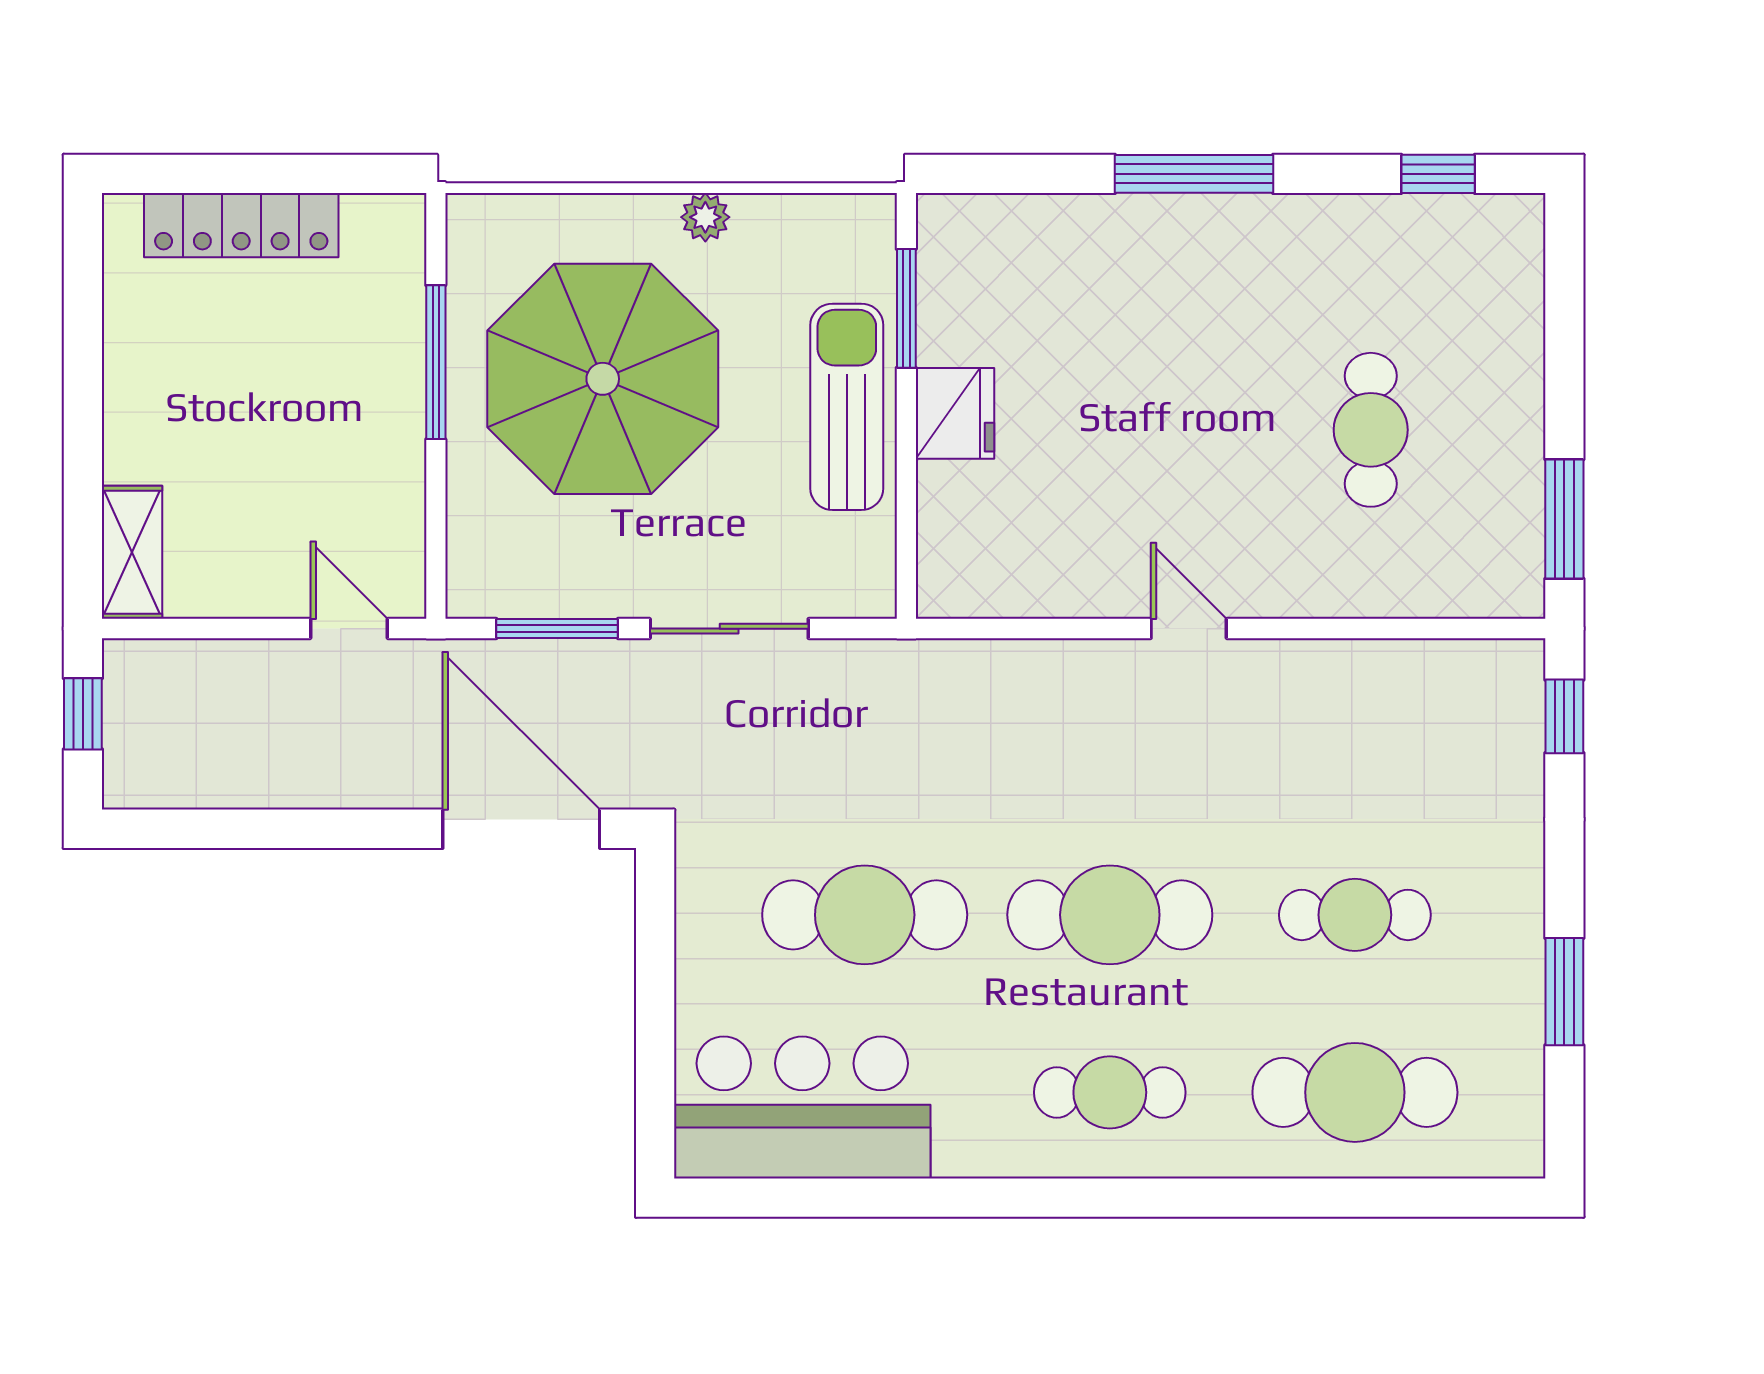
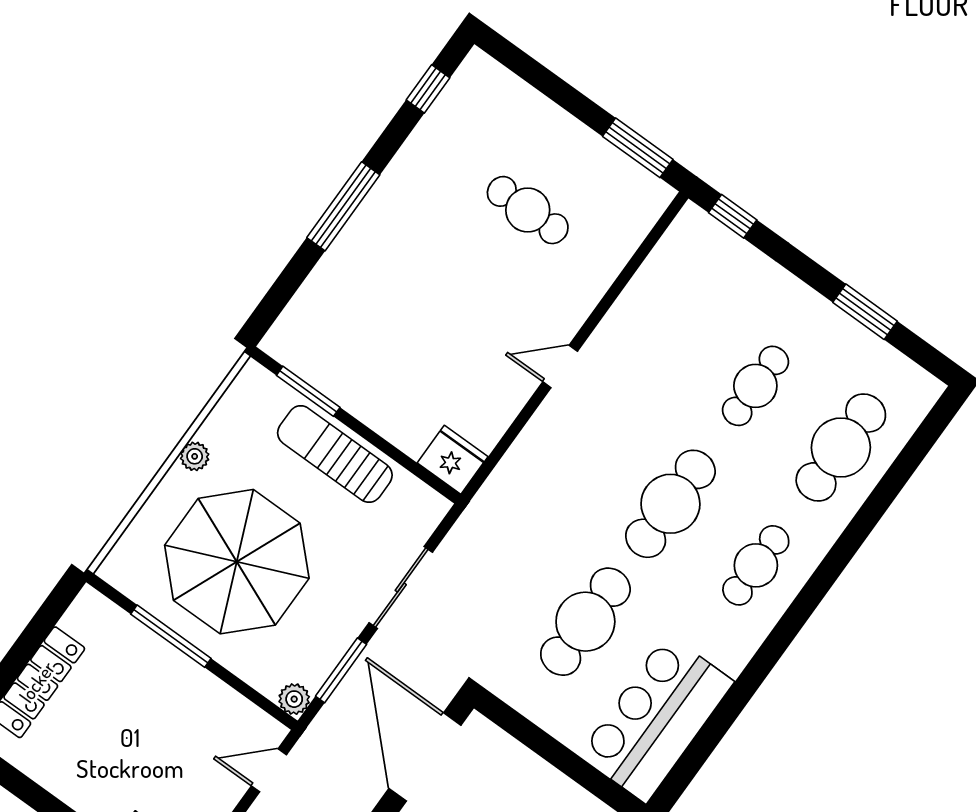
fridge: (955, 413) -> (453, 460), moved
plant: (471, 593) -> (294, 699), added
door: (521, 829) -> (425, 757), hinge flipped

